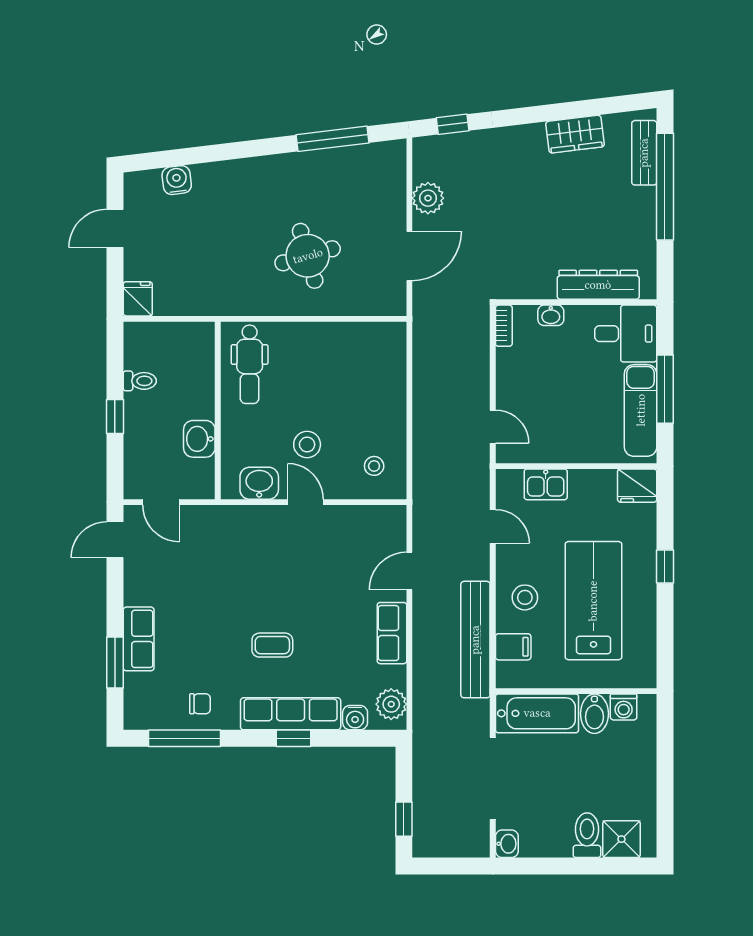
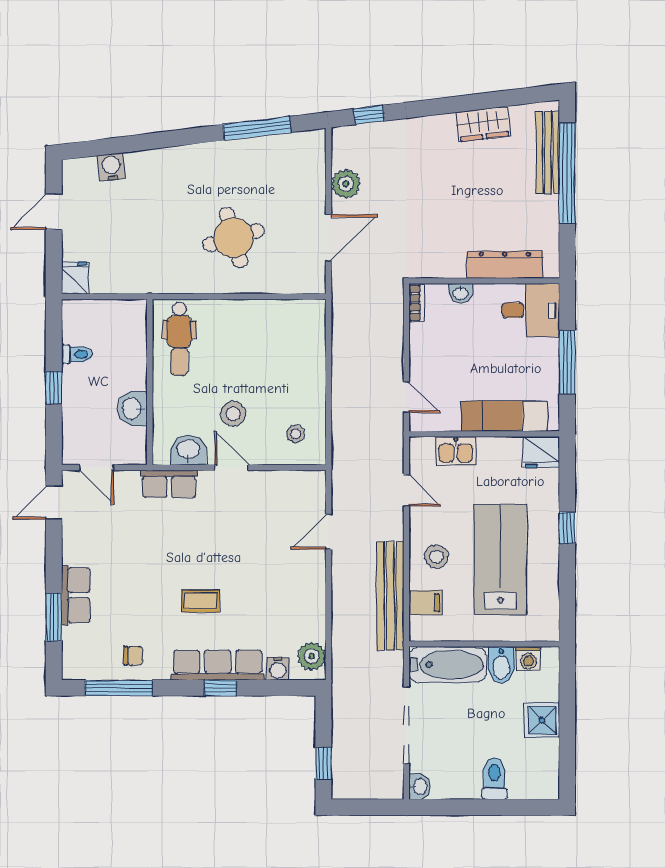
bench: (644, 153) -> (548, 152), width x1.36
exam couch: (641, 410) -> (504, 416), moved, turned 90
row of seats: (392, 633) -> (169, 484), moved, turned -90
shower: (621, 839) -> (542, 720), moved

